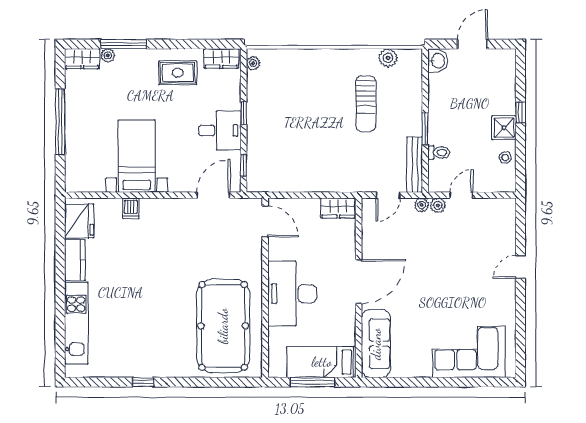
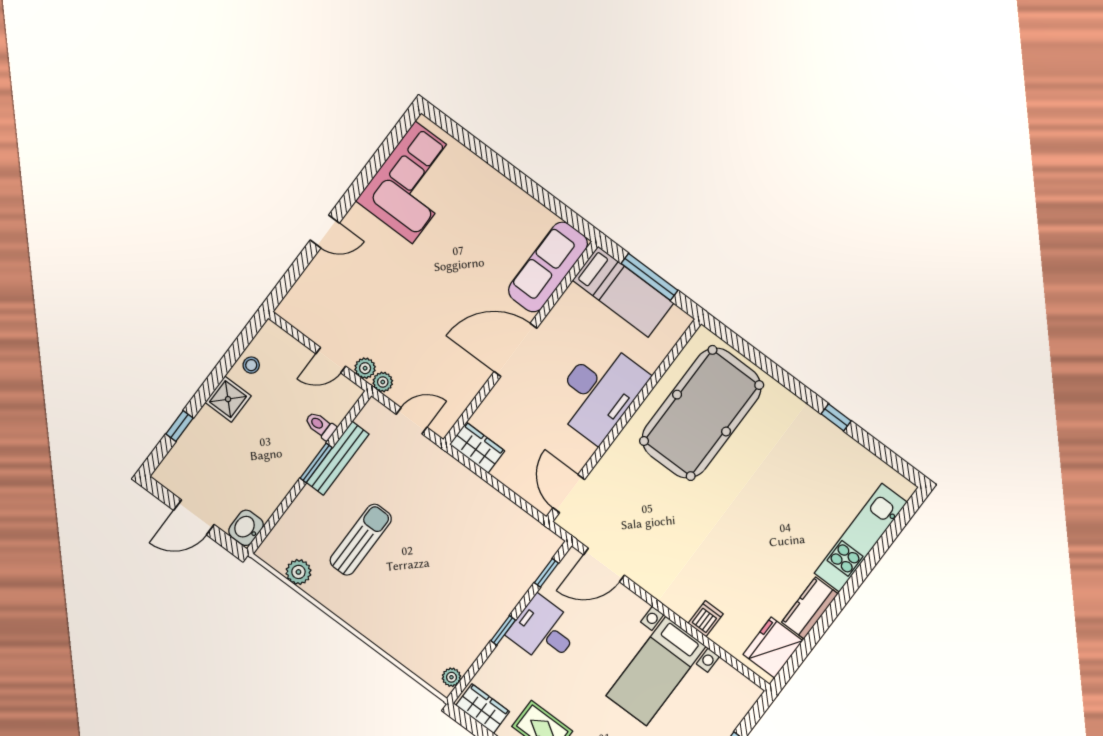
window: (520, 112) -> (179, 426), moved
bench: (415, 165) -> (338, 458), moved
corner sofa: (469, 352) -> (414, 182), moved, turned -90

